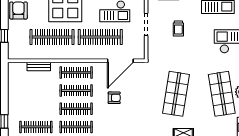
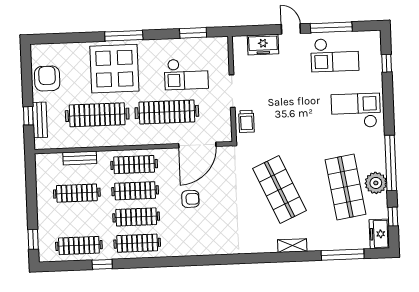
trolley: (178, 28) -> (246, 121), moved
bench: (12, 39) -> (40, 120), added
clothes rail: (36, 91) -> (77, 193), added
shop shelf: (176, 94) -> (279, 190), turned -33

